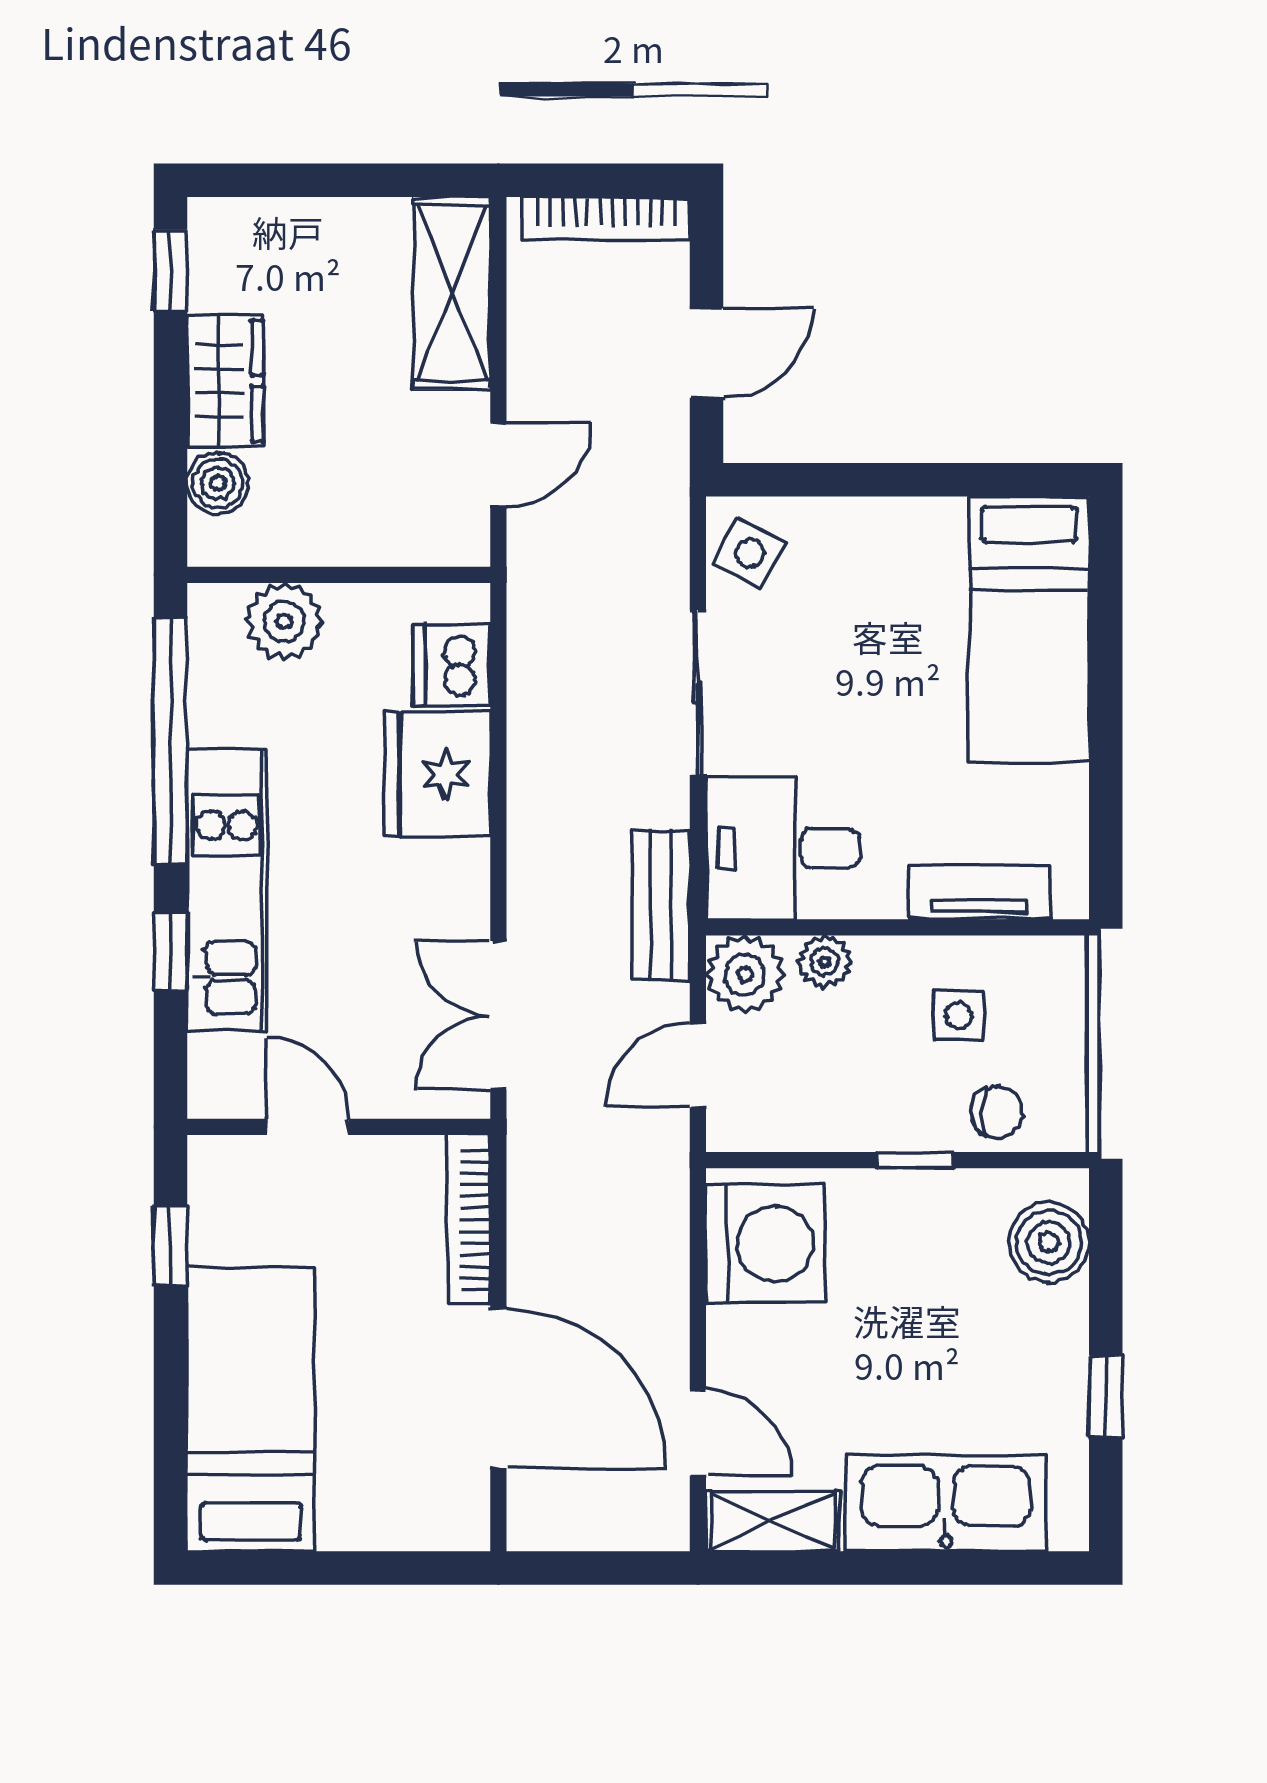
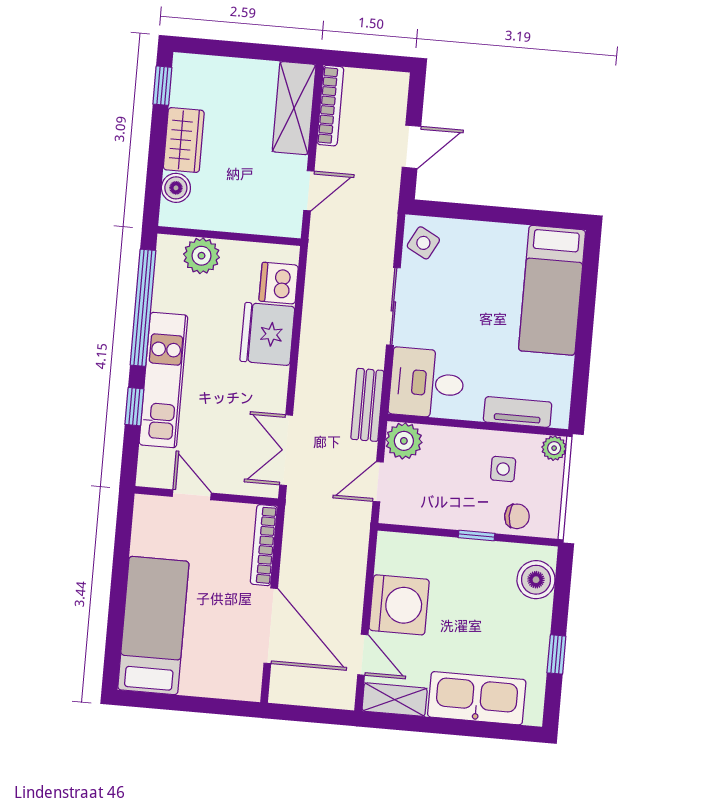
bookcase: (606, 219) -> (330, 106), moved, turned -90
plant: (824, 962) -> (554, 448), moved
washing machine: (765, 1243) -> (399, 605), moved
window: (170, 1246) -> (122, 545), removed

